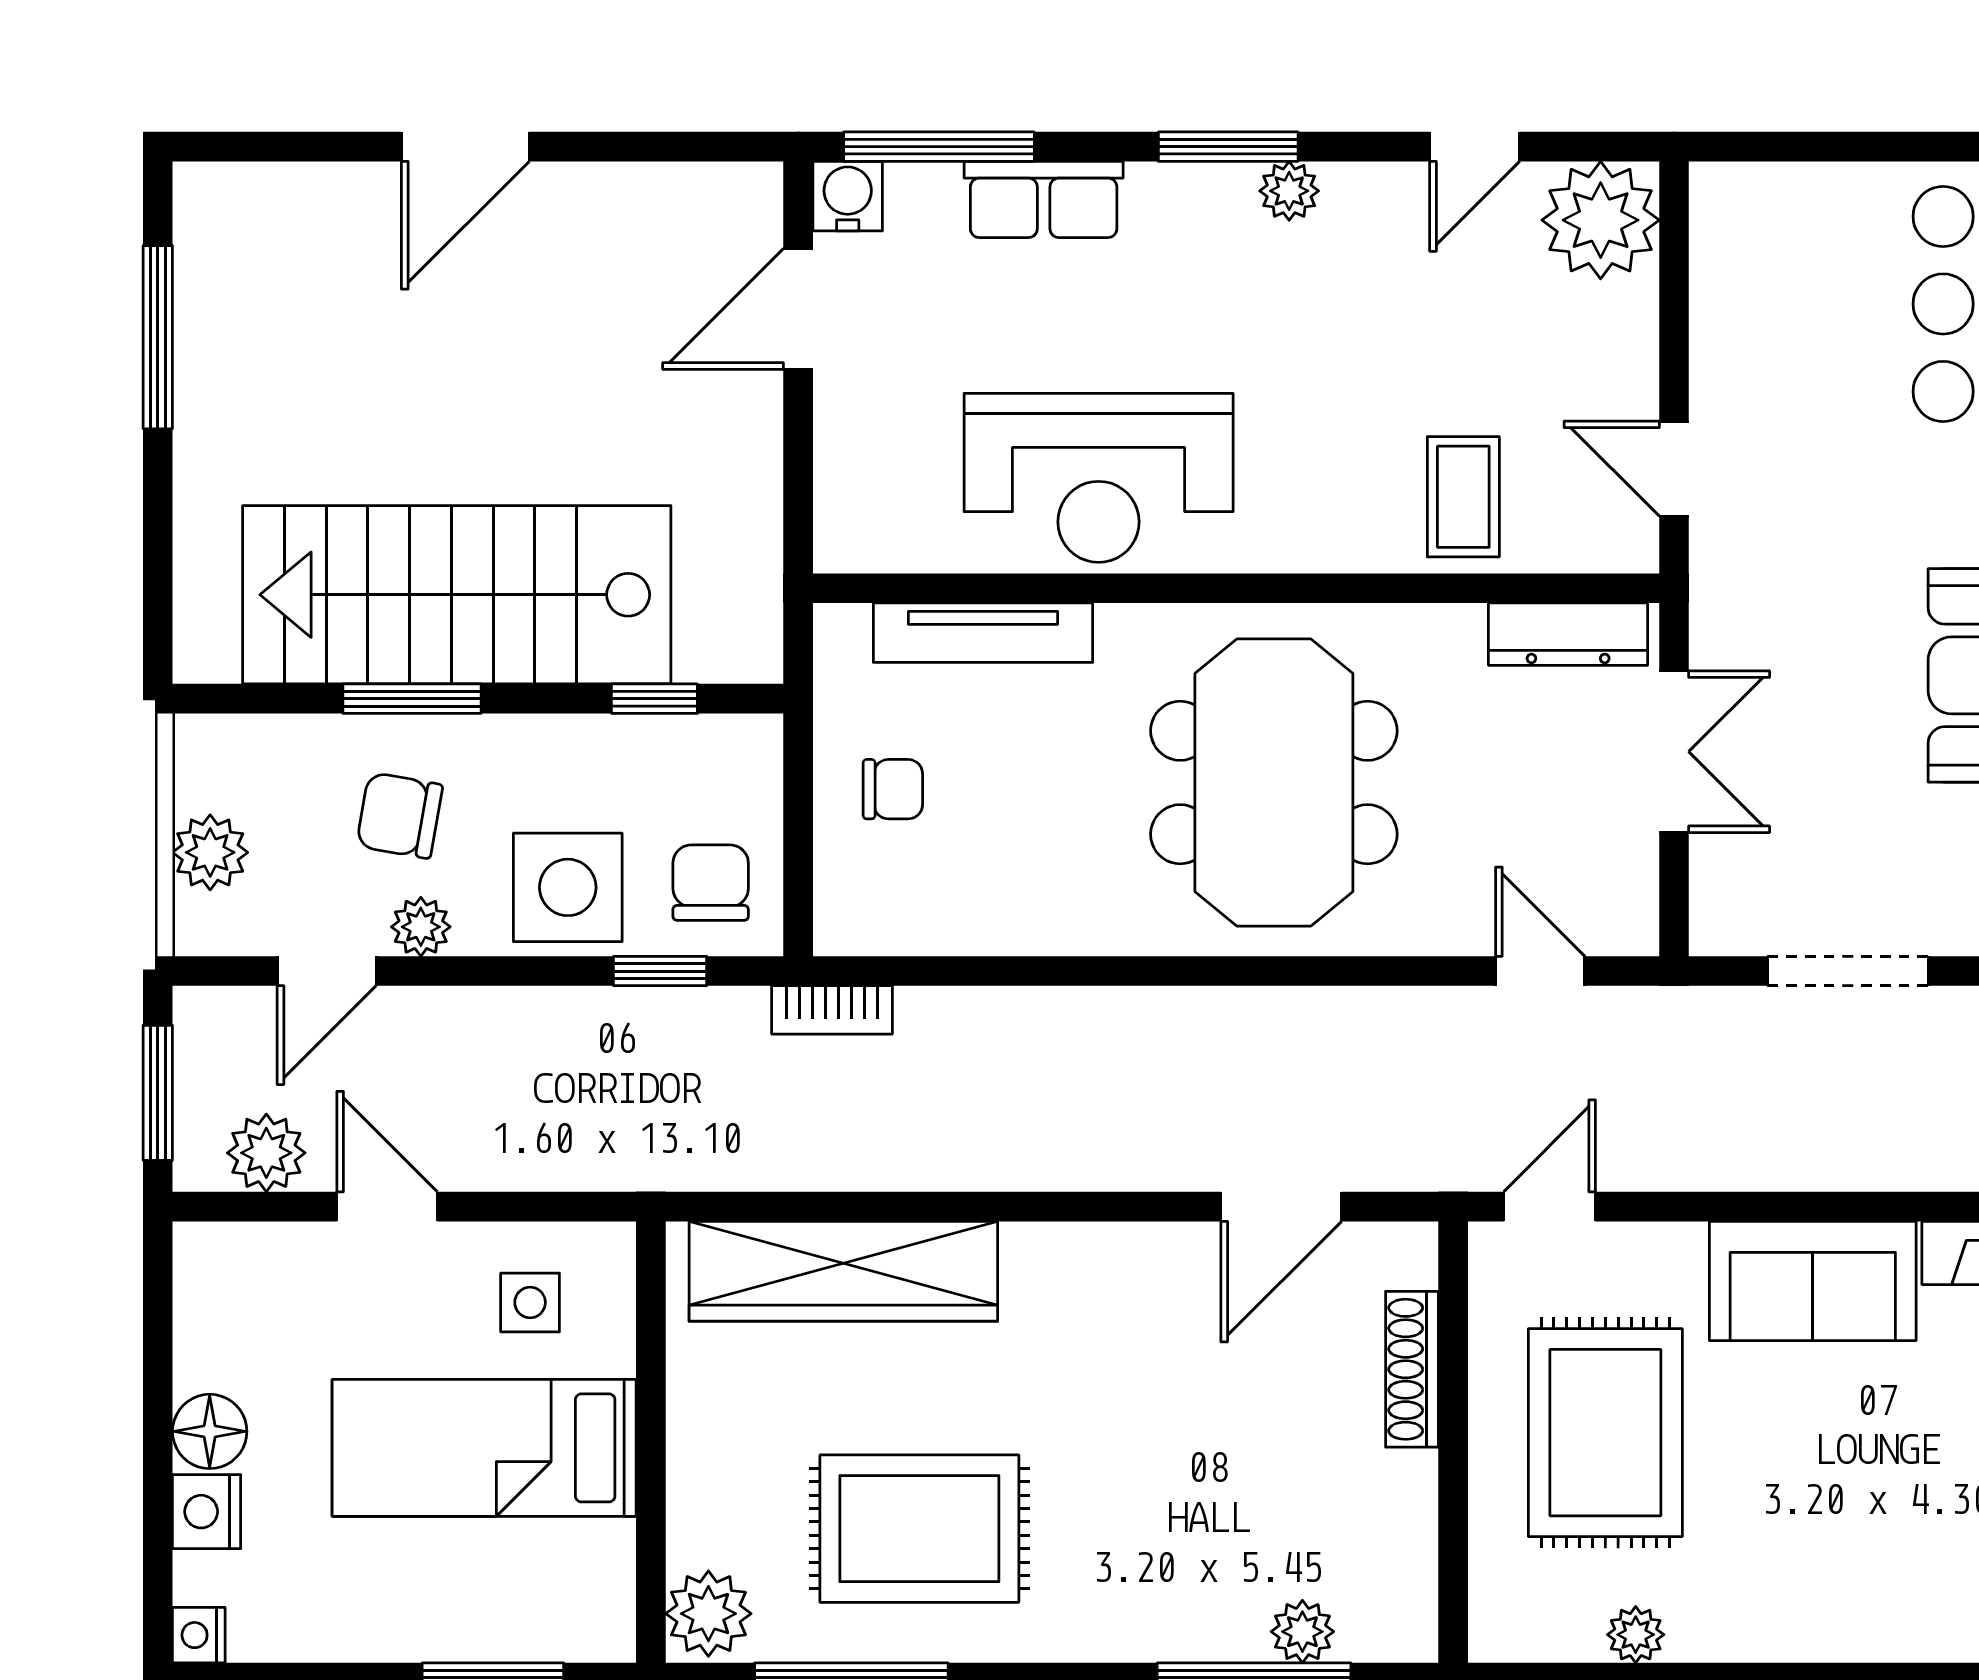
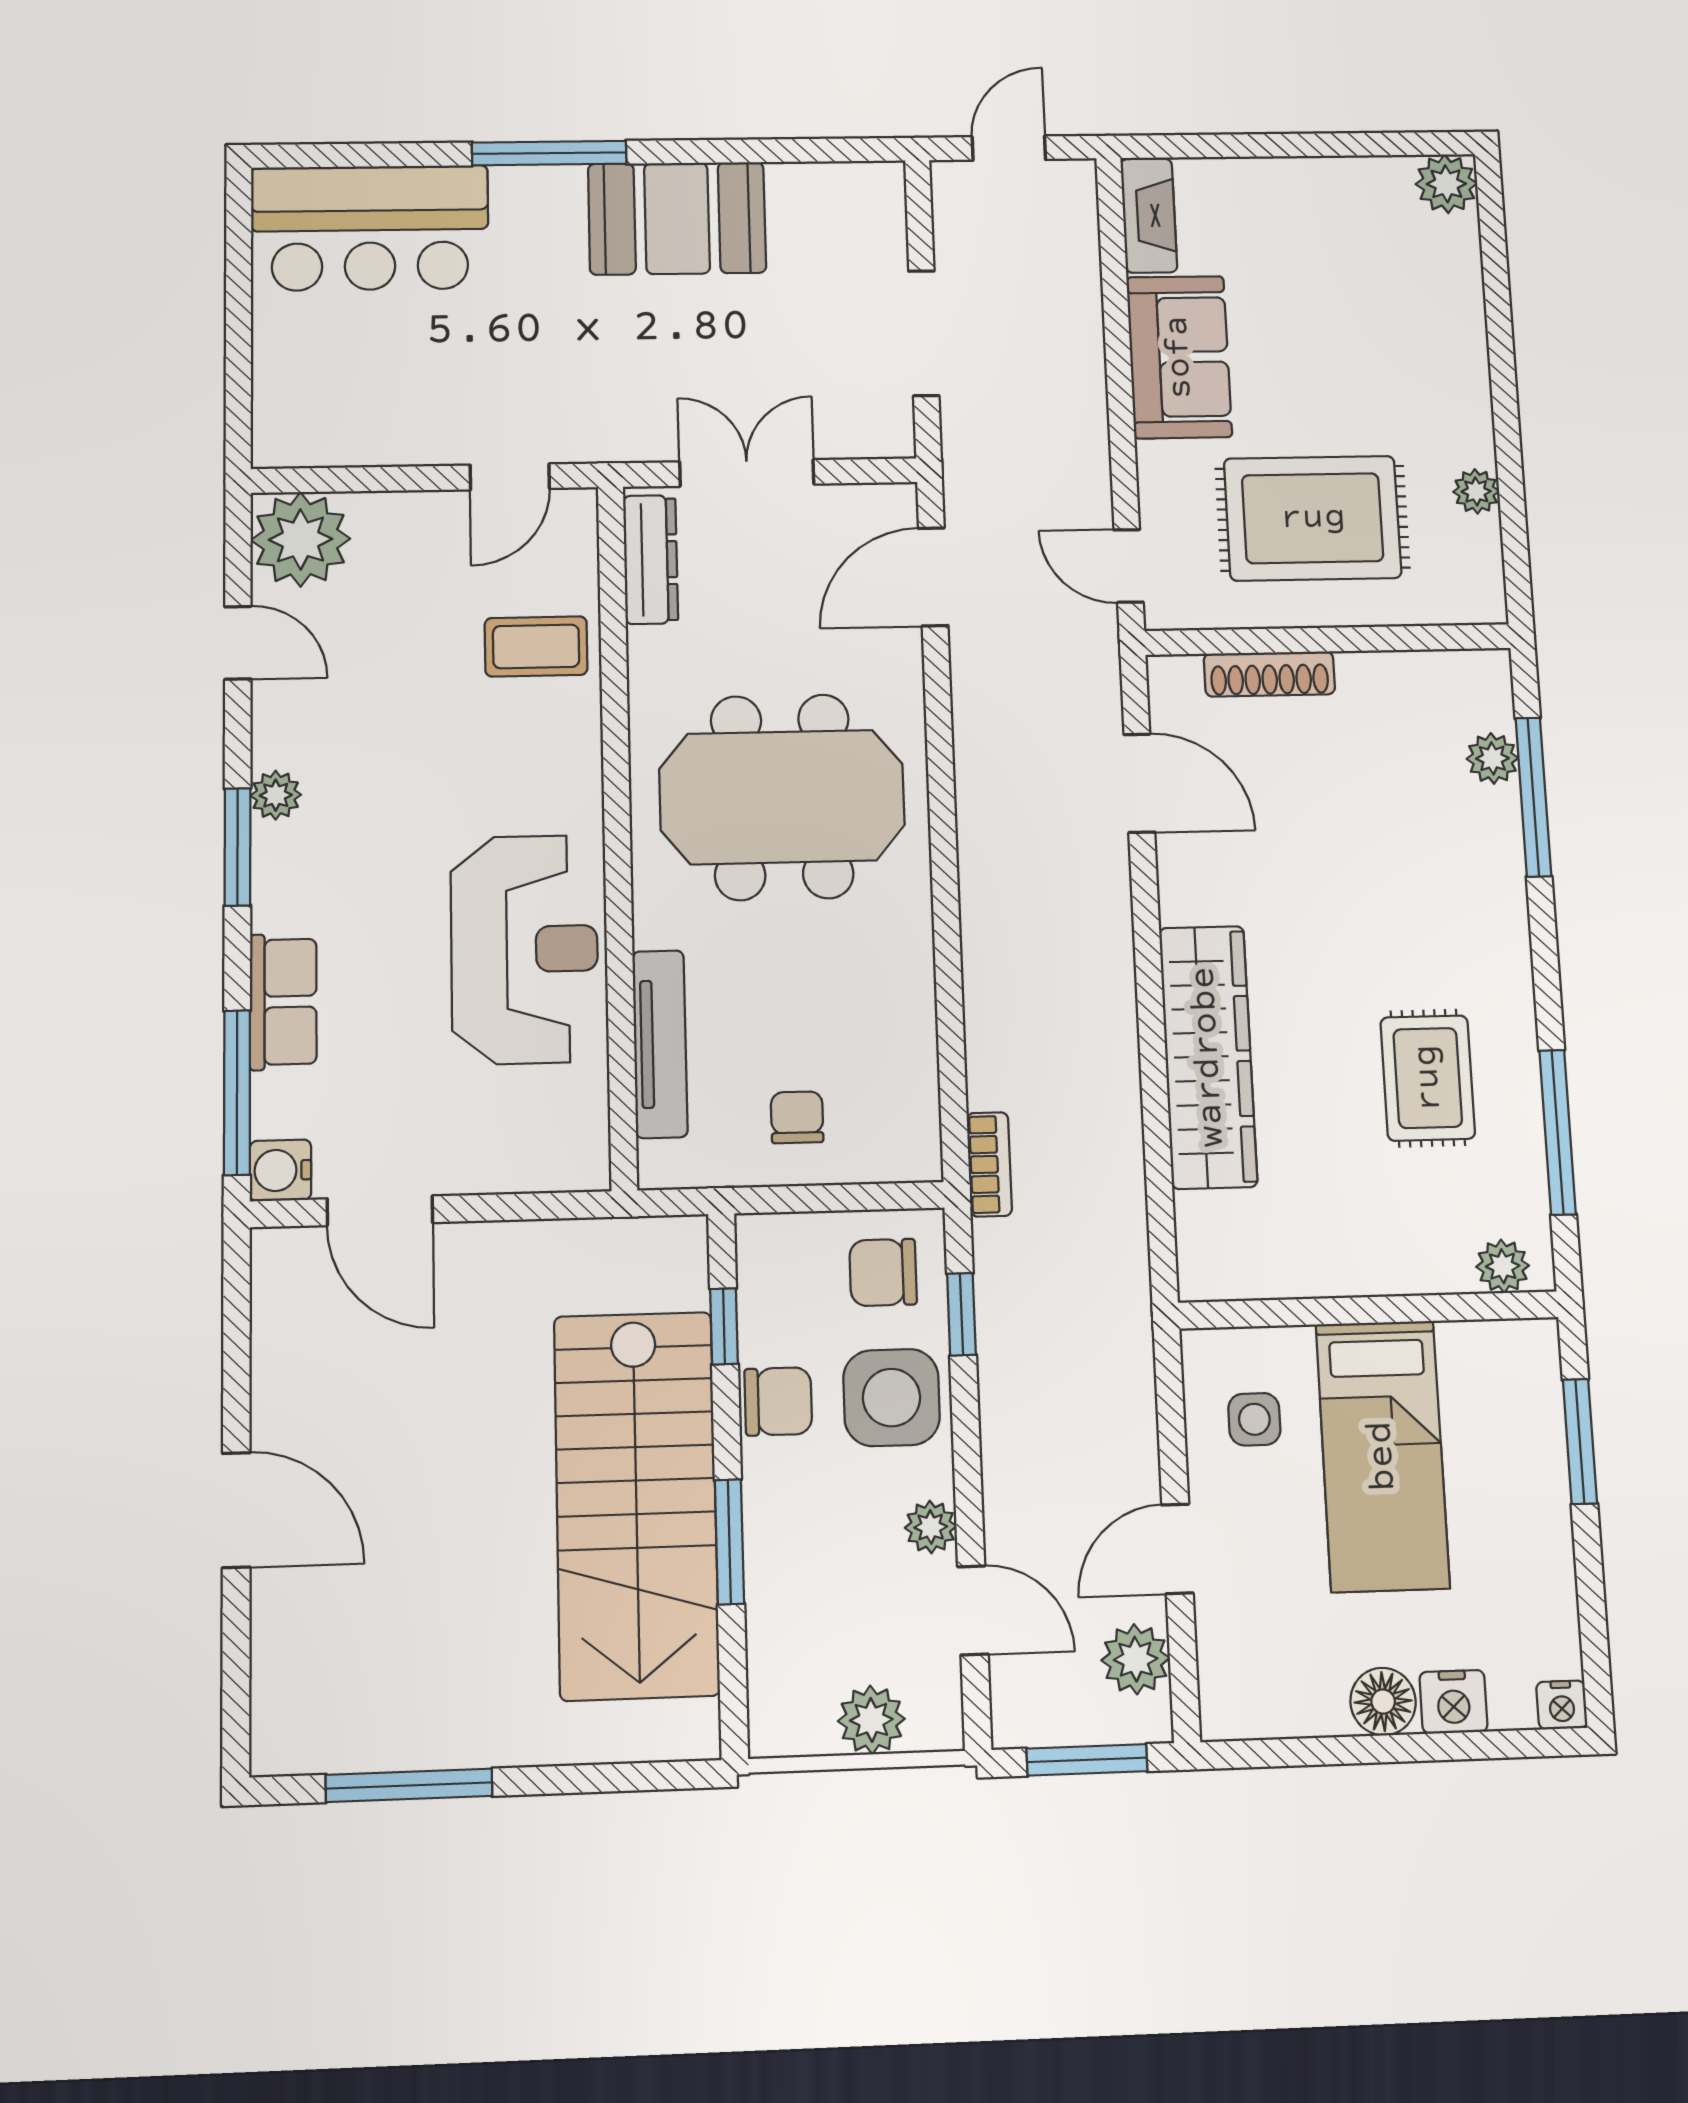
chair: (400, 815) -> (778, 1401), moved, turned -100
door: (1540, 971) -> (933, 577), width x1.38
wardrobe: (843, 1271) -> (1208, 1057), moved
rug: (919, 1529) -> (1428, 1078), width x0.73, depth x0.70
plant: (708, 1614) -> (1503, 1266), width x0.73, depth x0.73

